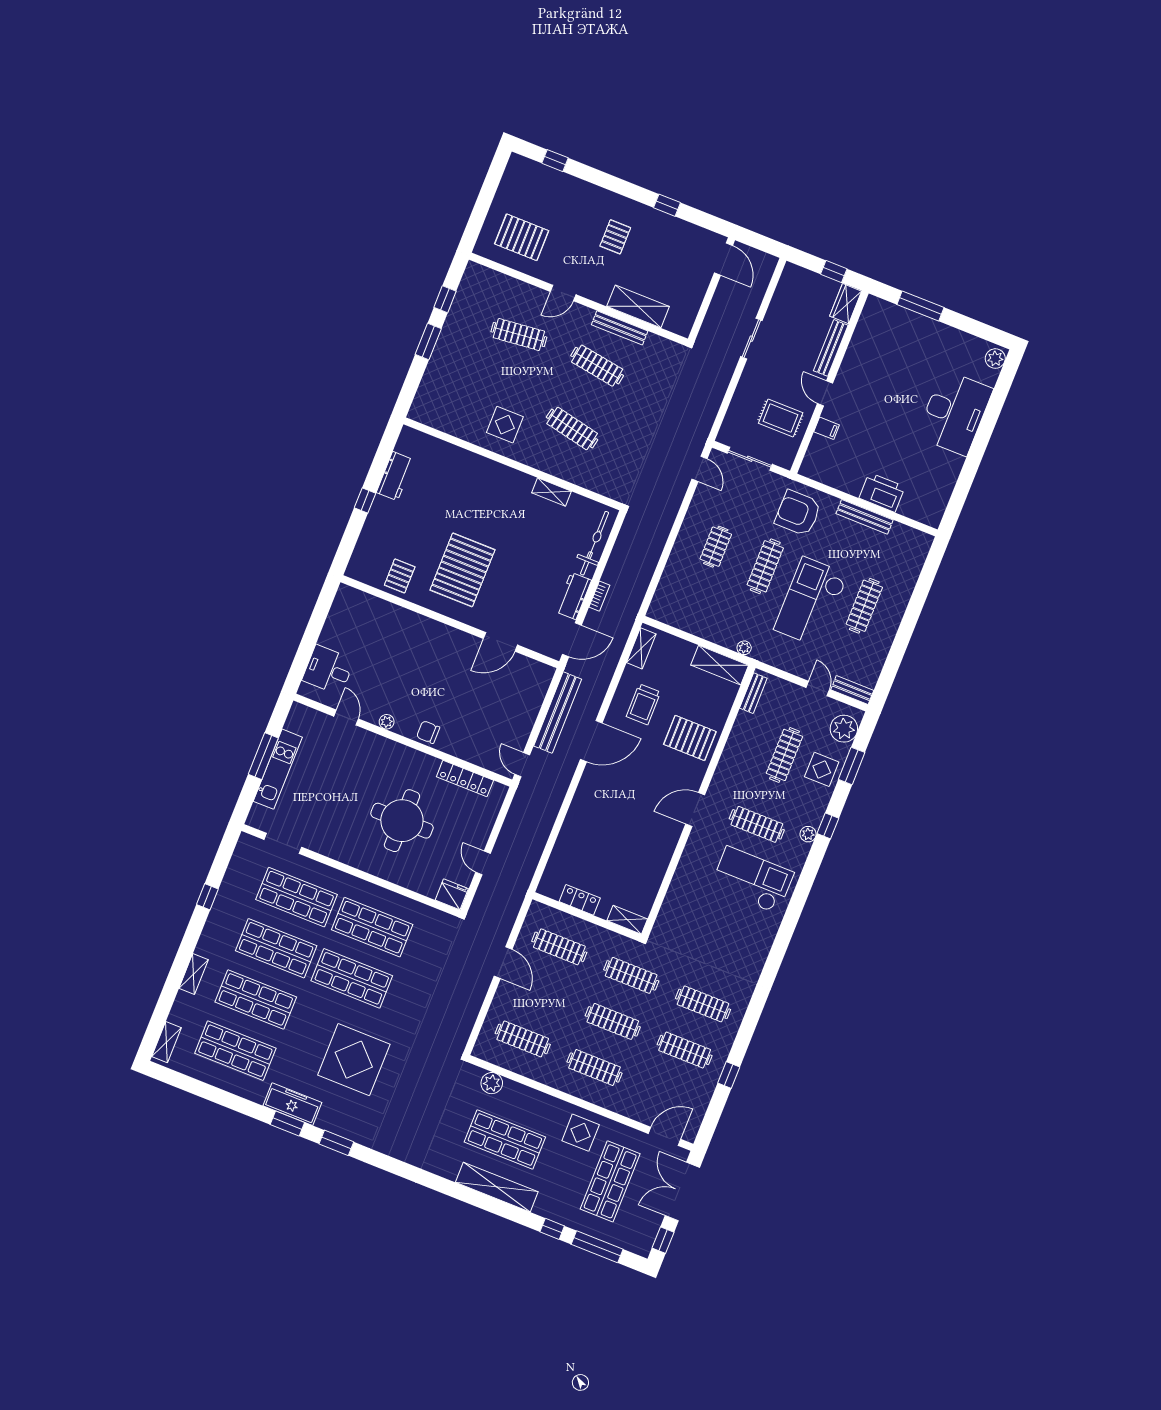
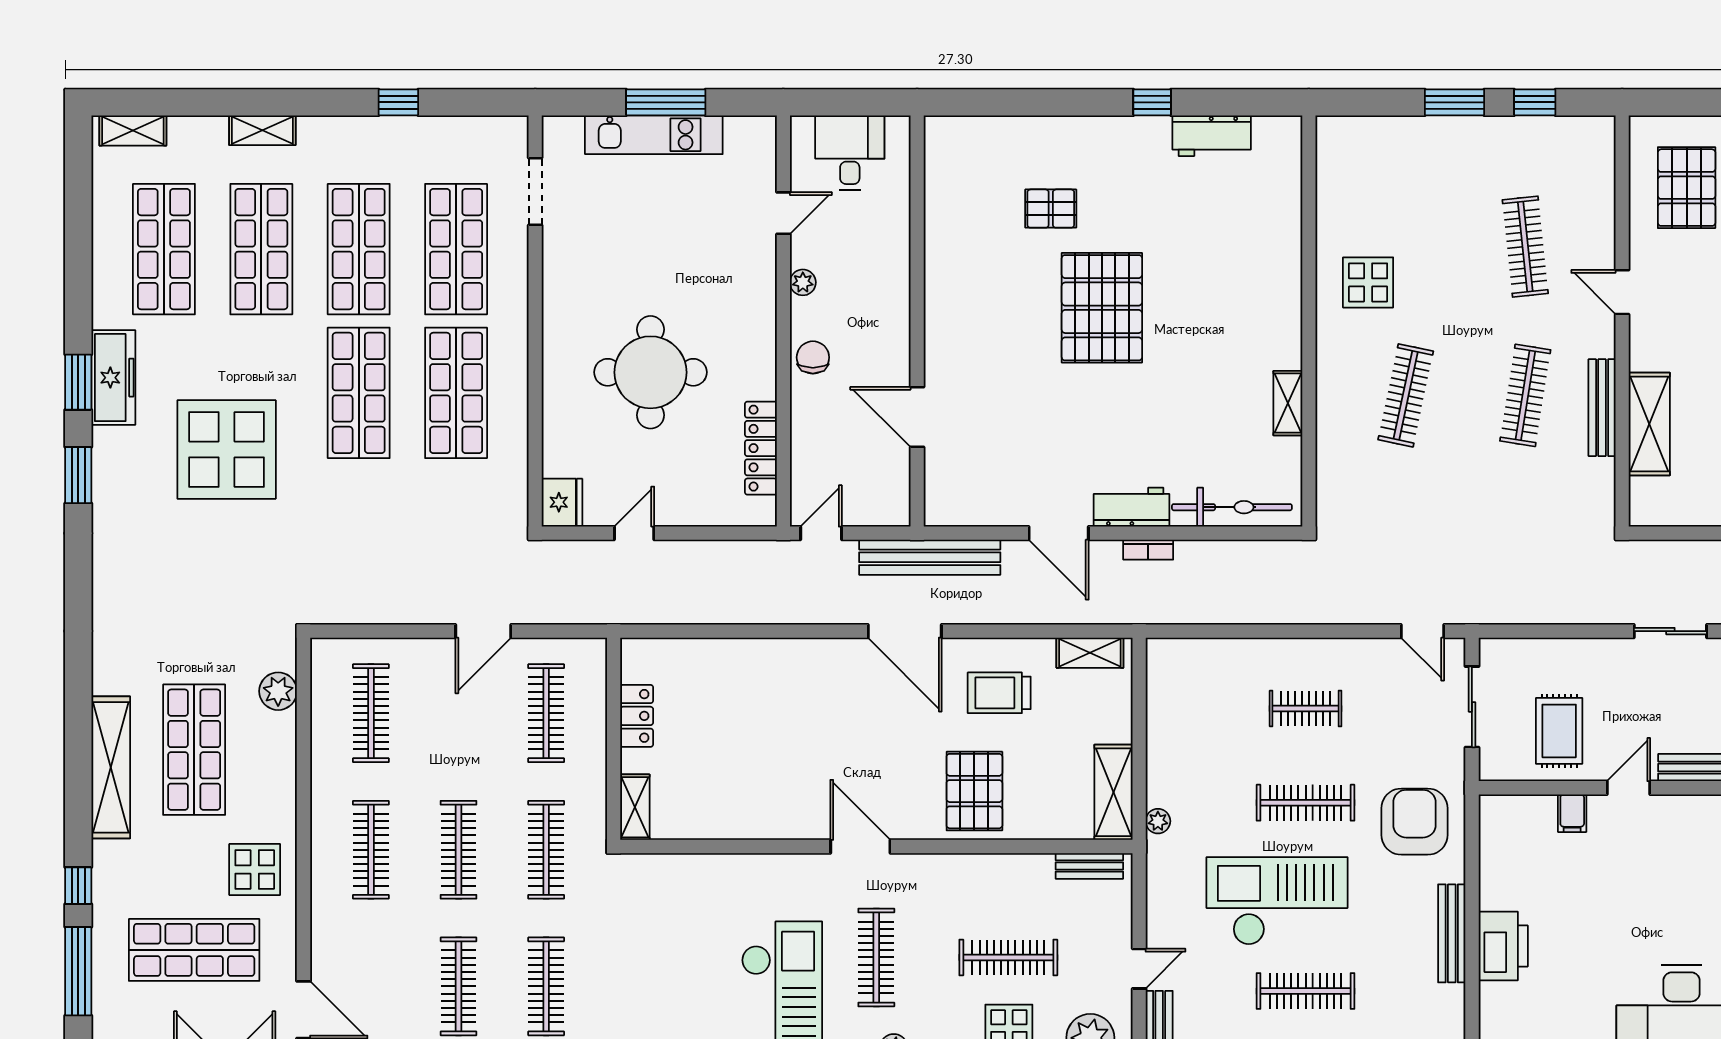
door: (700, 469) -> (1423, 631), hinge flipped
pallet: (462, 570) -> (1102, 308), turned 90
wall: (450, 622) -> (917, 321), moved
door: (500, 642) -> (917, 417), moved

